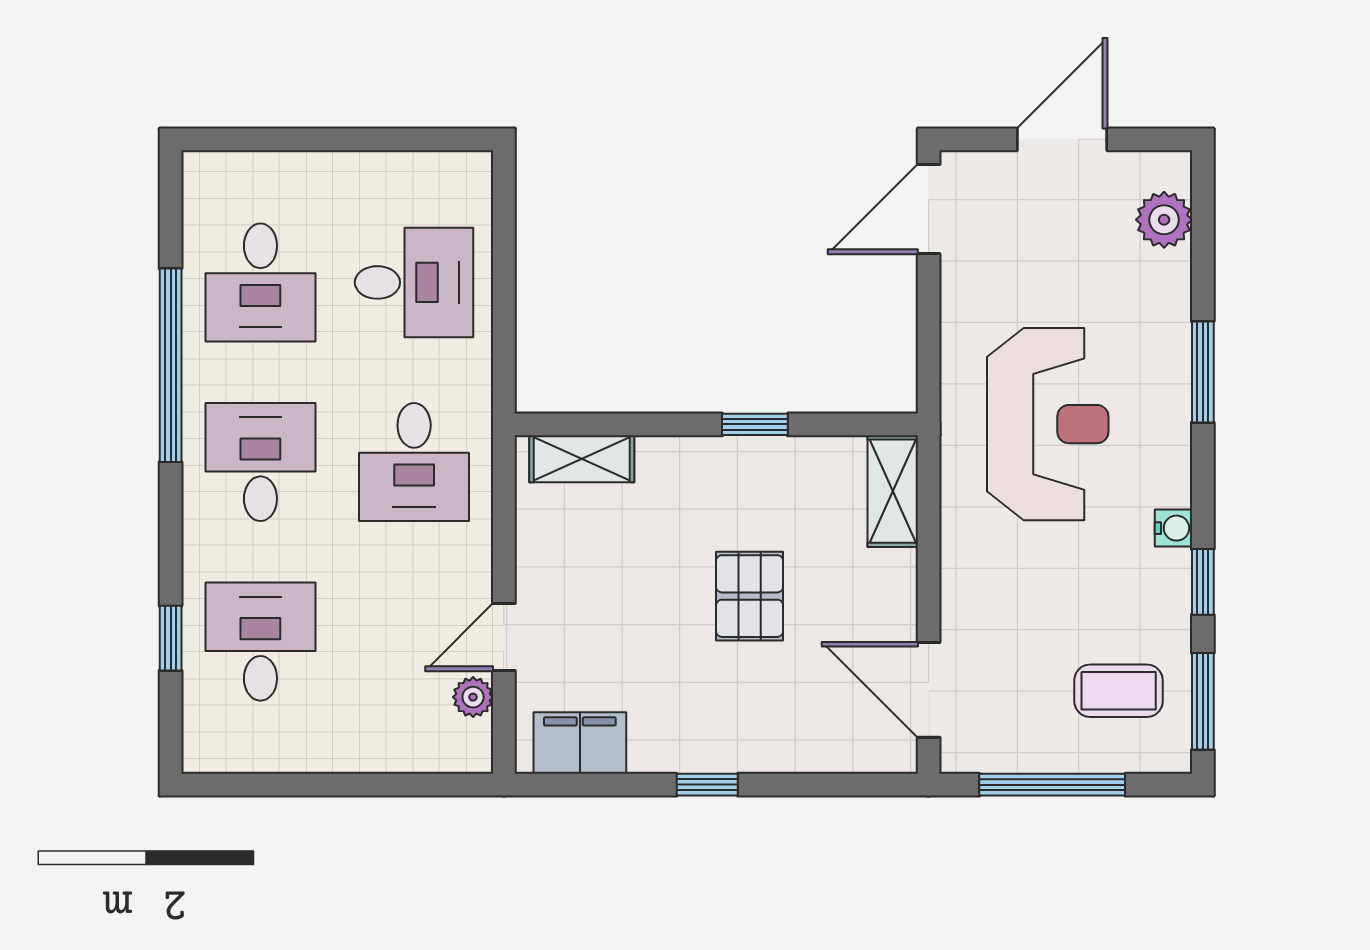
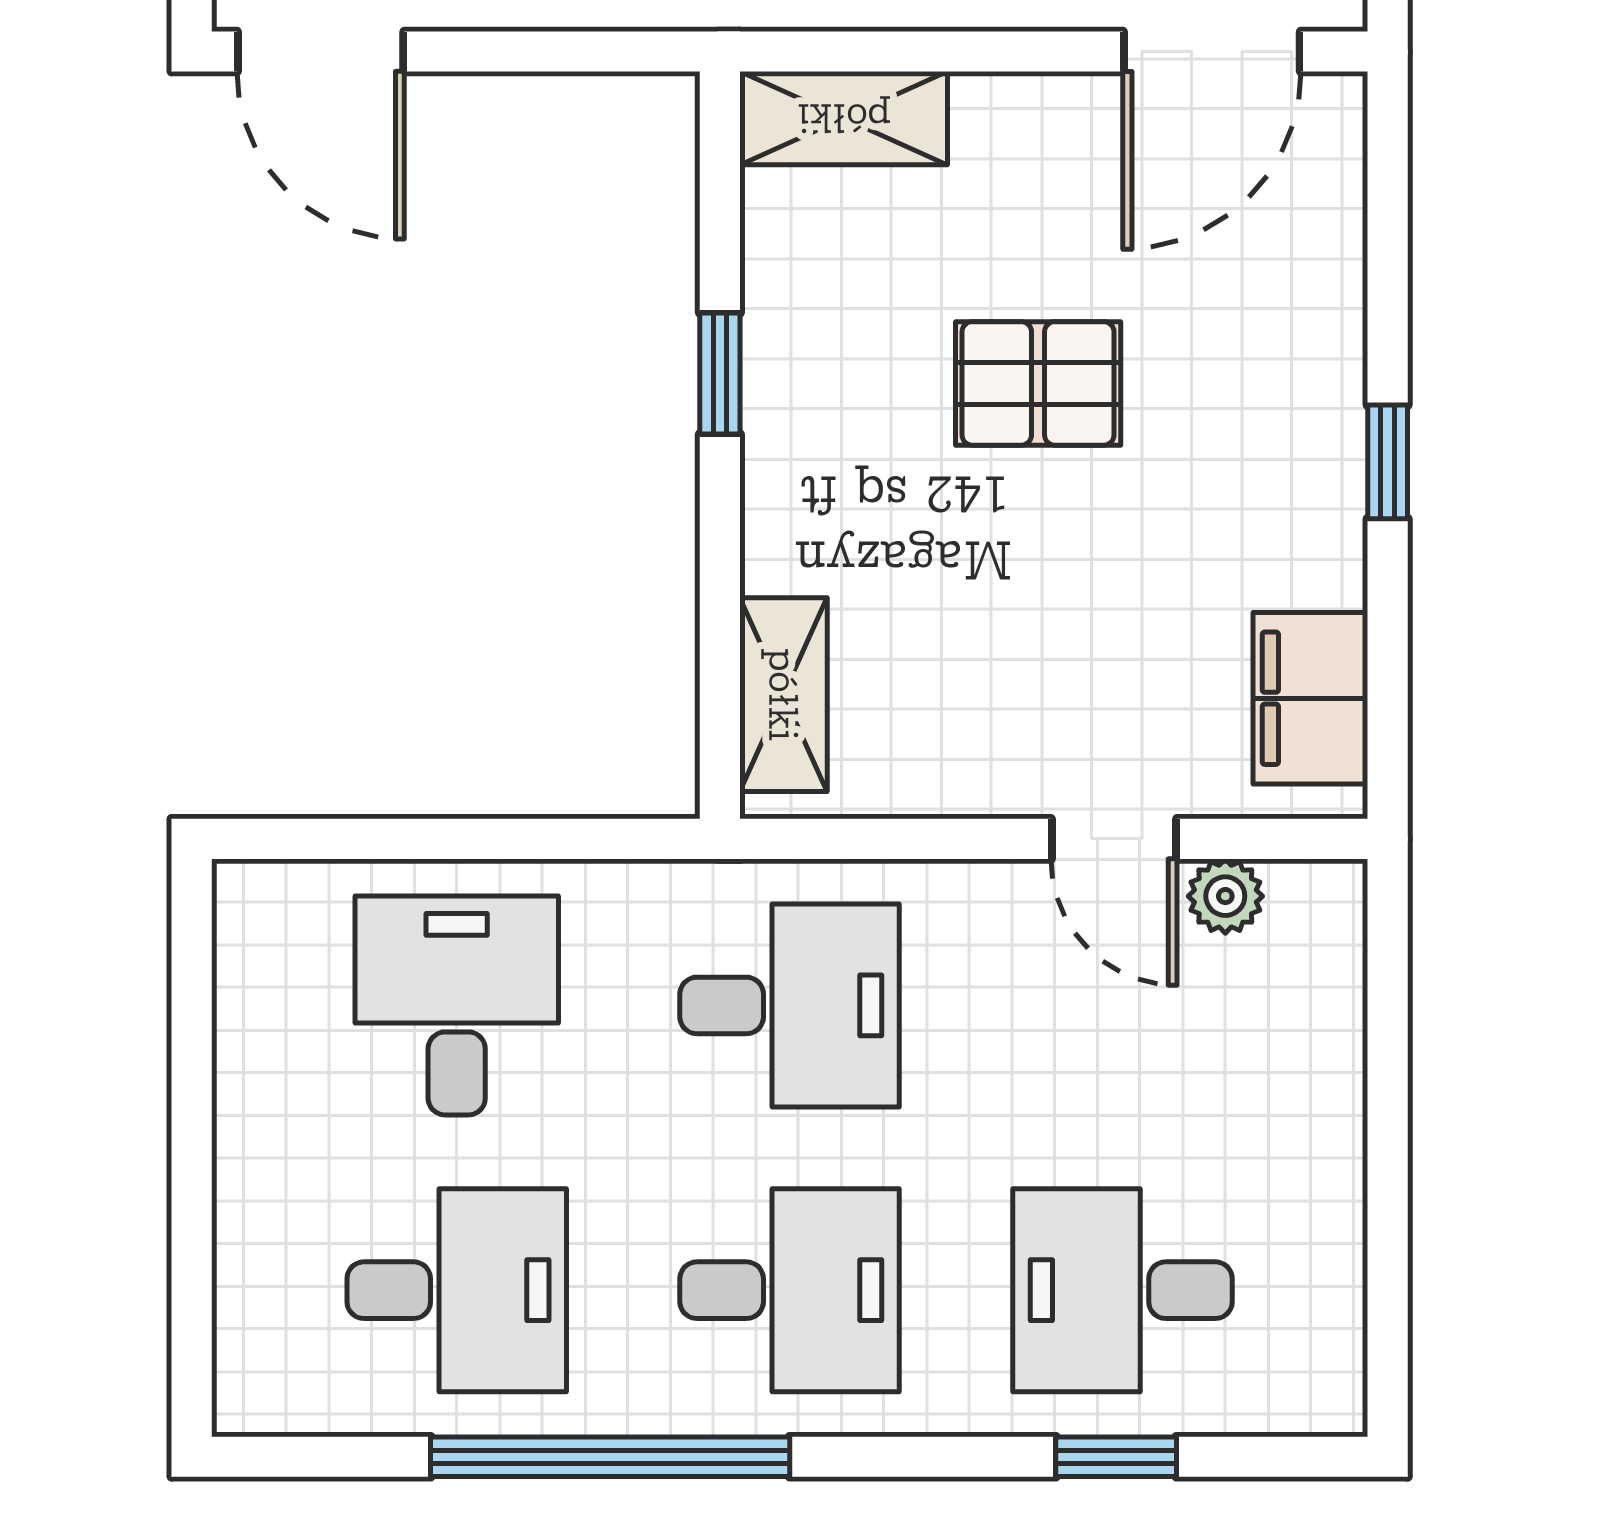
desk: (260, 462) -> (790, 1290), turned 180

